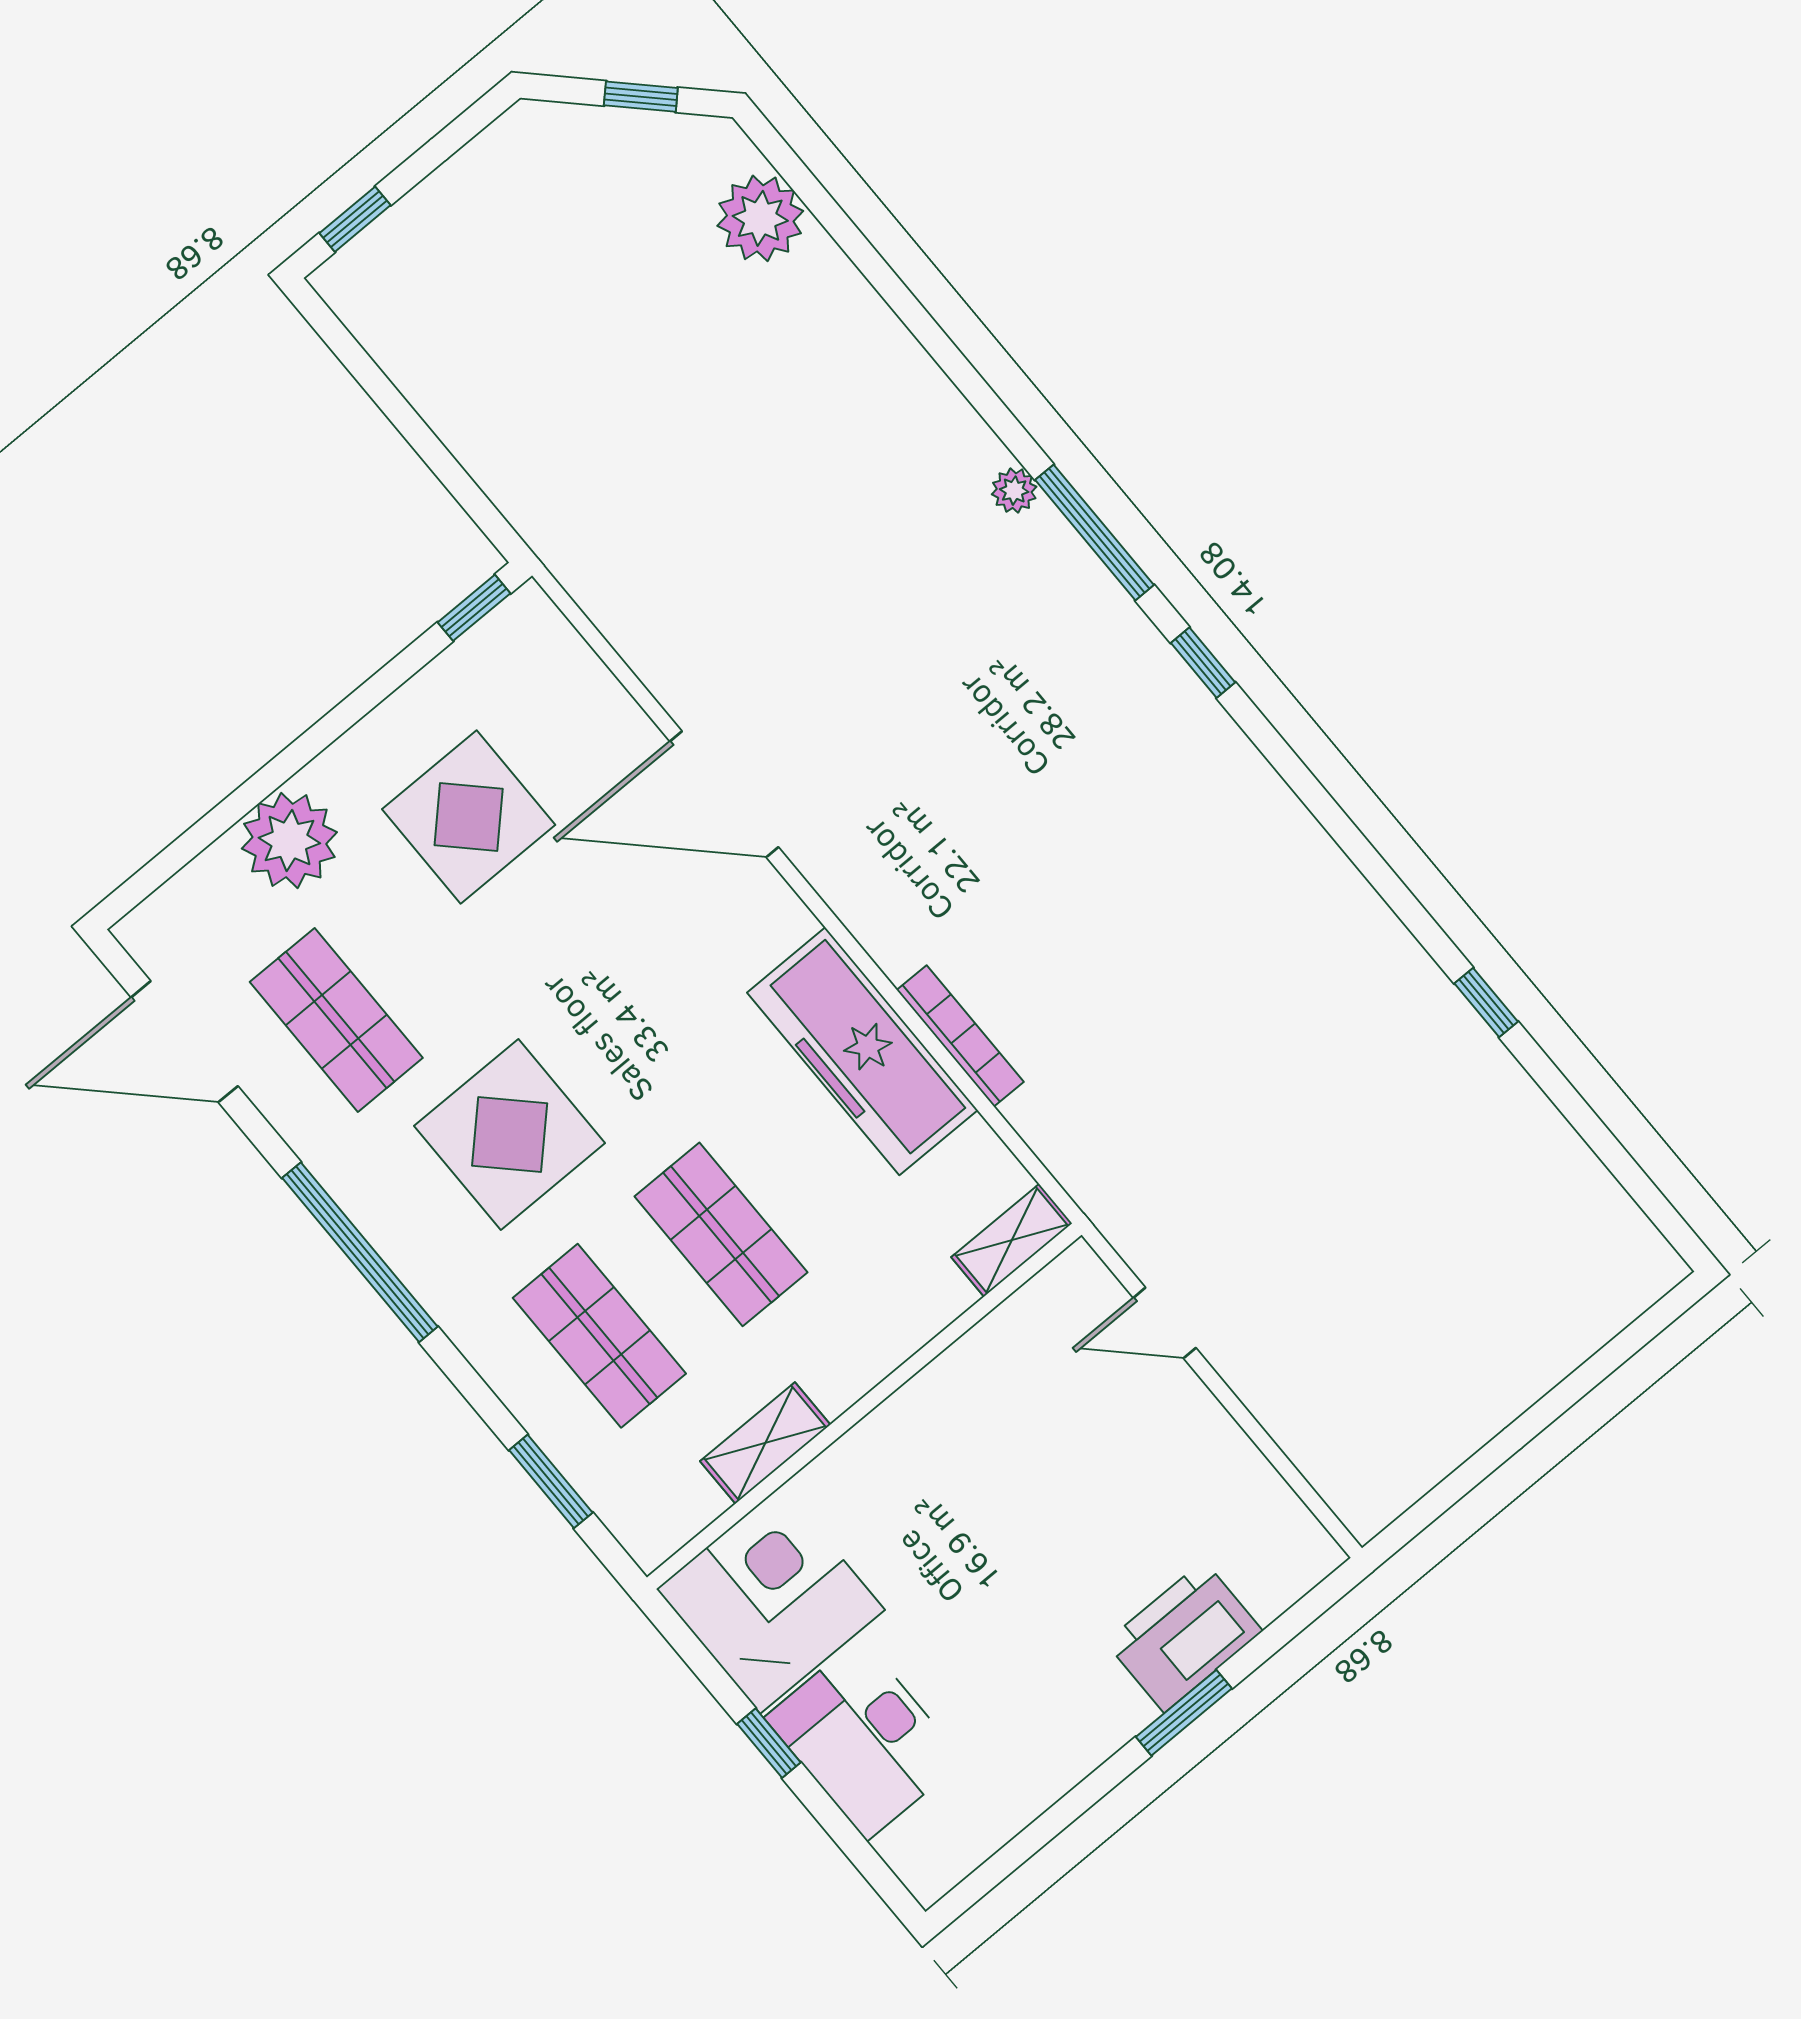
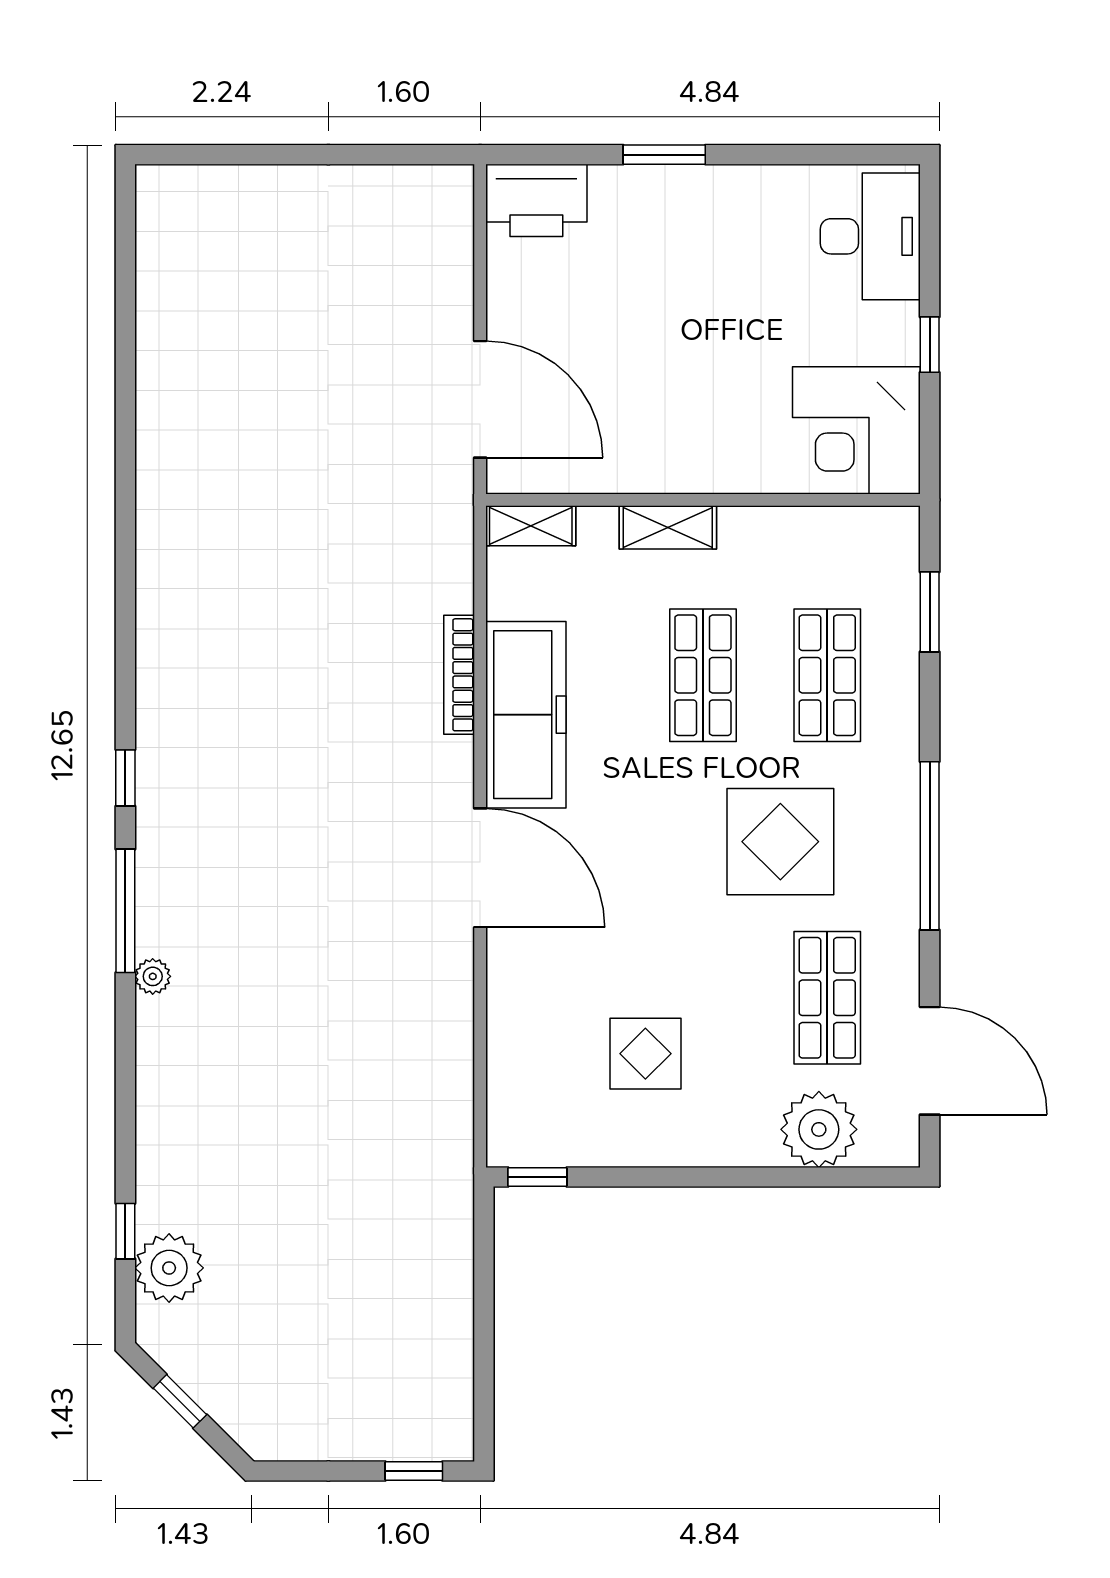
door: (724, 794) -> (480, 868), moved
display table: (469, 817) -> (645, 1054), width x0.73, depth x0.73
plant: (289, 840) -> (819, 1129), moved
window: (1486, 1002) -> (125, 1231), moved
door: (1165, 1323) -> (480, 399), width x1.87
shelving: (765, 1443) -> (668, 527), moved
printer: (1184, 1636) -> (536, 200), moved
desk: (864, 1739) -> (870, 236), moved

